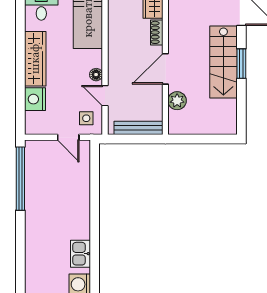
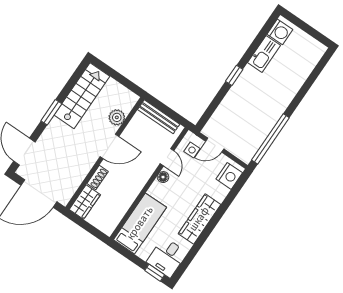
stairs: (223, 62) -> (82, 96), moved
nightstand: (35, 99) -> (229, 176), moved
door: (68, 137) -> (215, 145), swing flipped
window: (95, 215) -> (234, 75), added
kitchen sink: (80, 254) -> (264, 54), width x1.38

